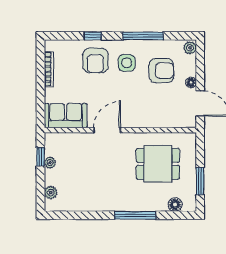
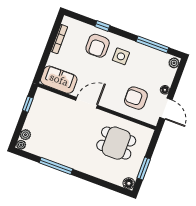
window: (143, 36) -> (152, 44), moved
armchair: (161, 71) -> (136, 98), moved, turned 180
plant: (50, 163) -> (21, 145), moved
floor lamp: (175, 205) -> (129, 183), moved
window: (135, 215) -> (56, 166), moved

